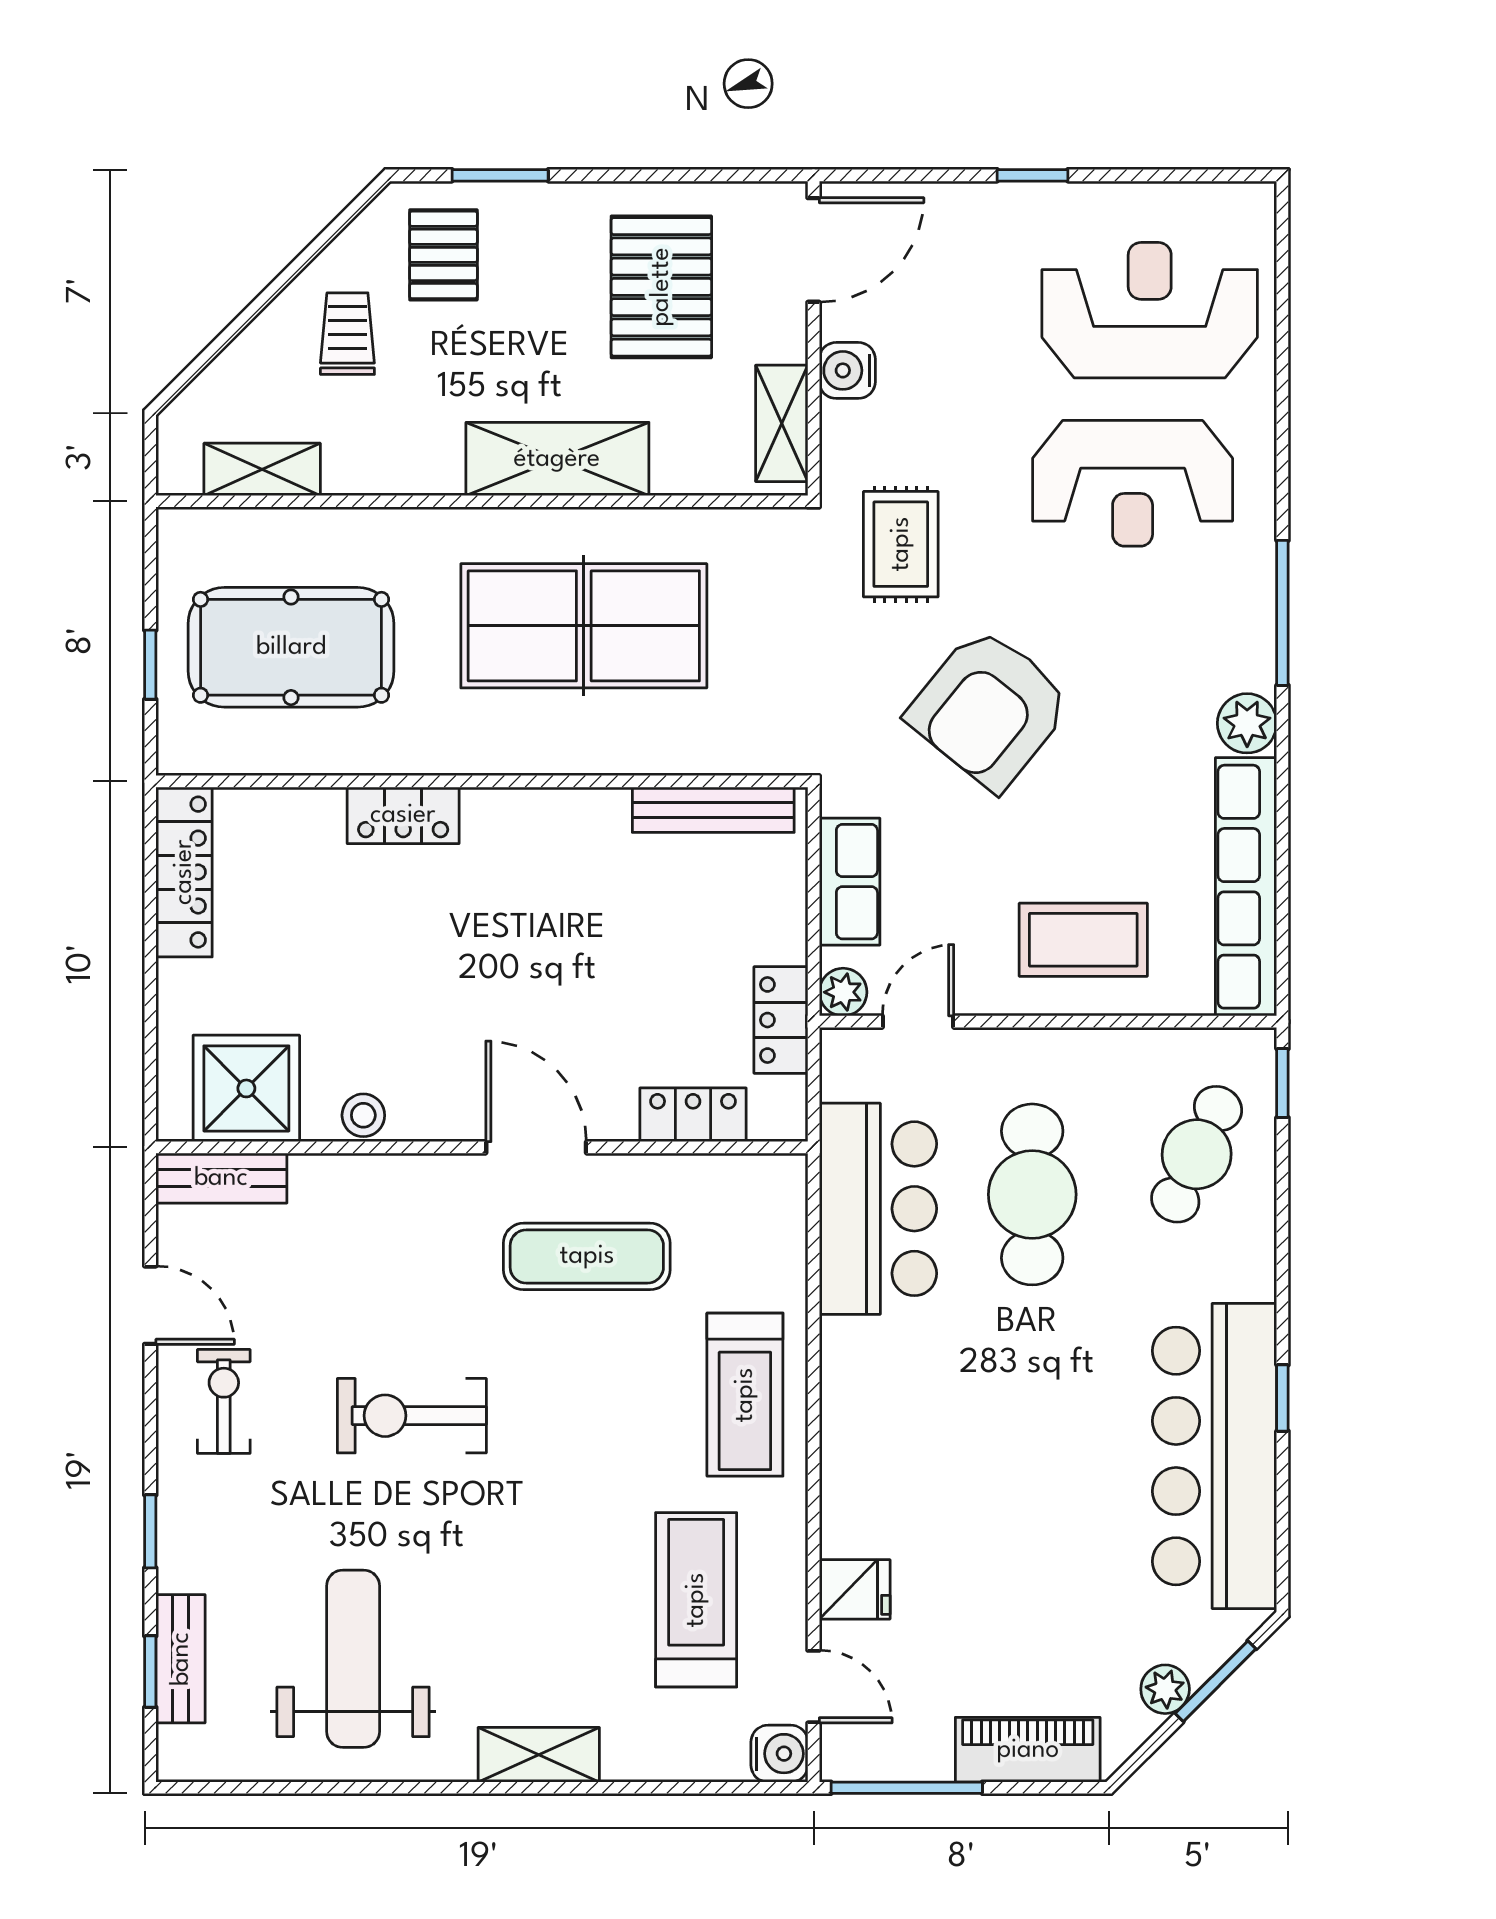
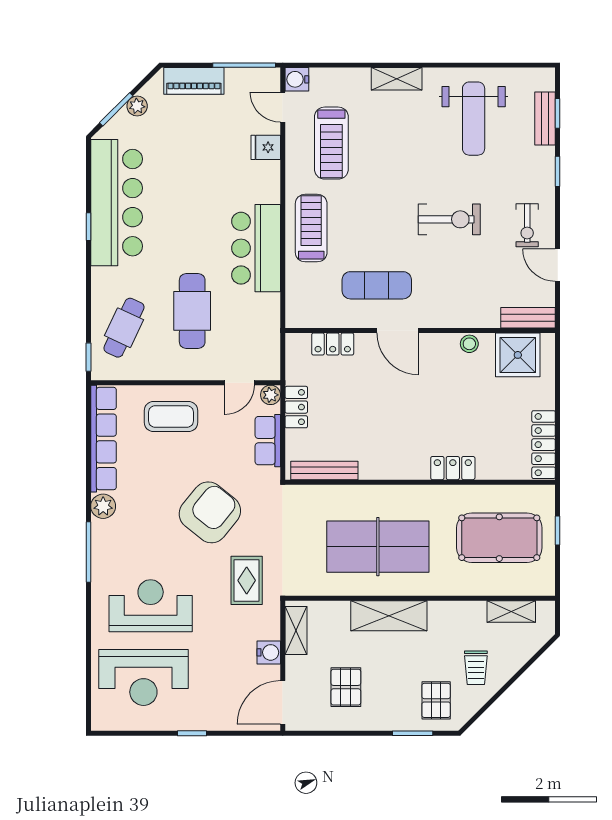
pallet: (661, 287) -> (346, 687), width x0.67, depth x0.71
locker: (781, 1020) -> (296, 407), moved
bar counter: (878, 1209) -> (256, 248), moved

